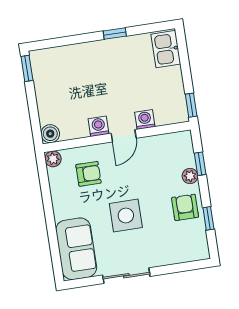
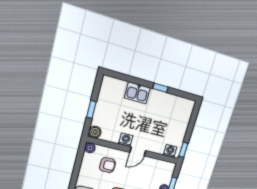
kitchen sink: (166, 49) -> (137, 93), moved, turned -90
window: (27, 68) -> (91, 109), moved
washing machine: (145, 119) -> (170, 151), moved

